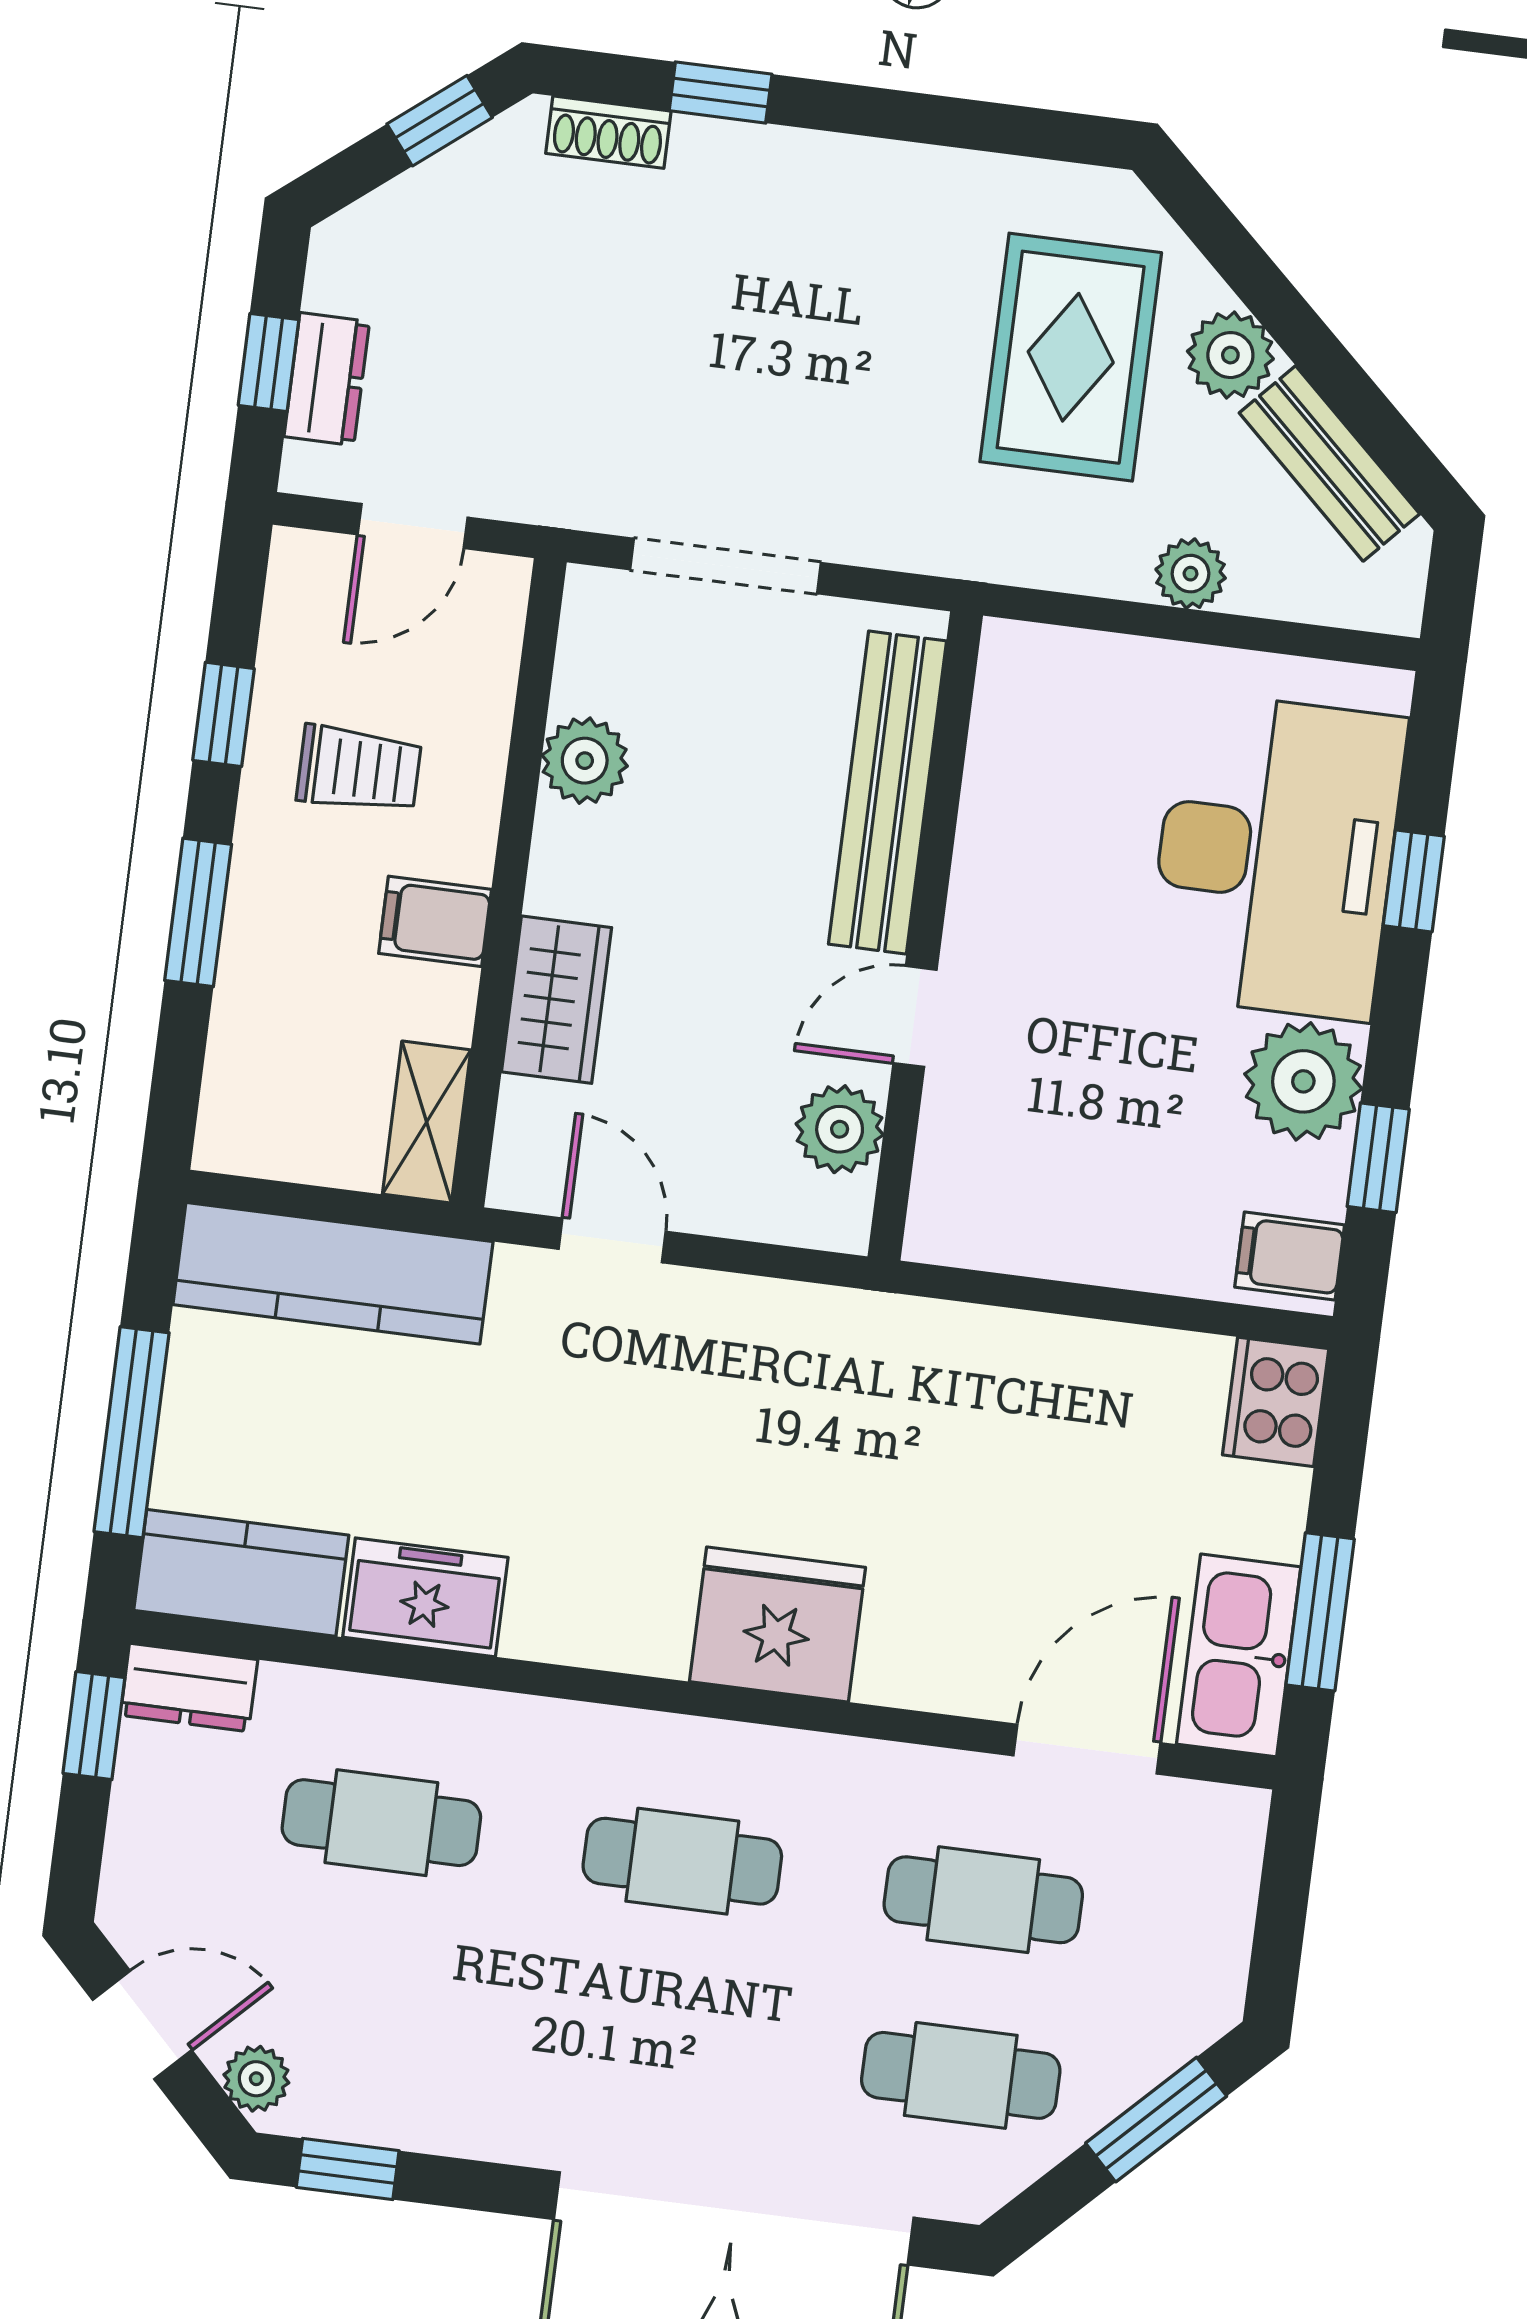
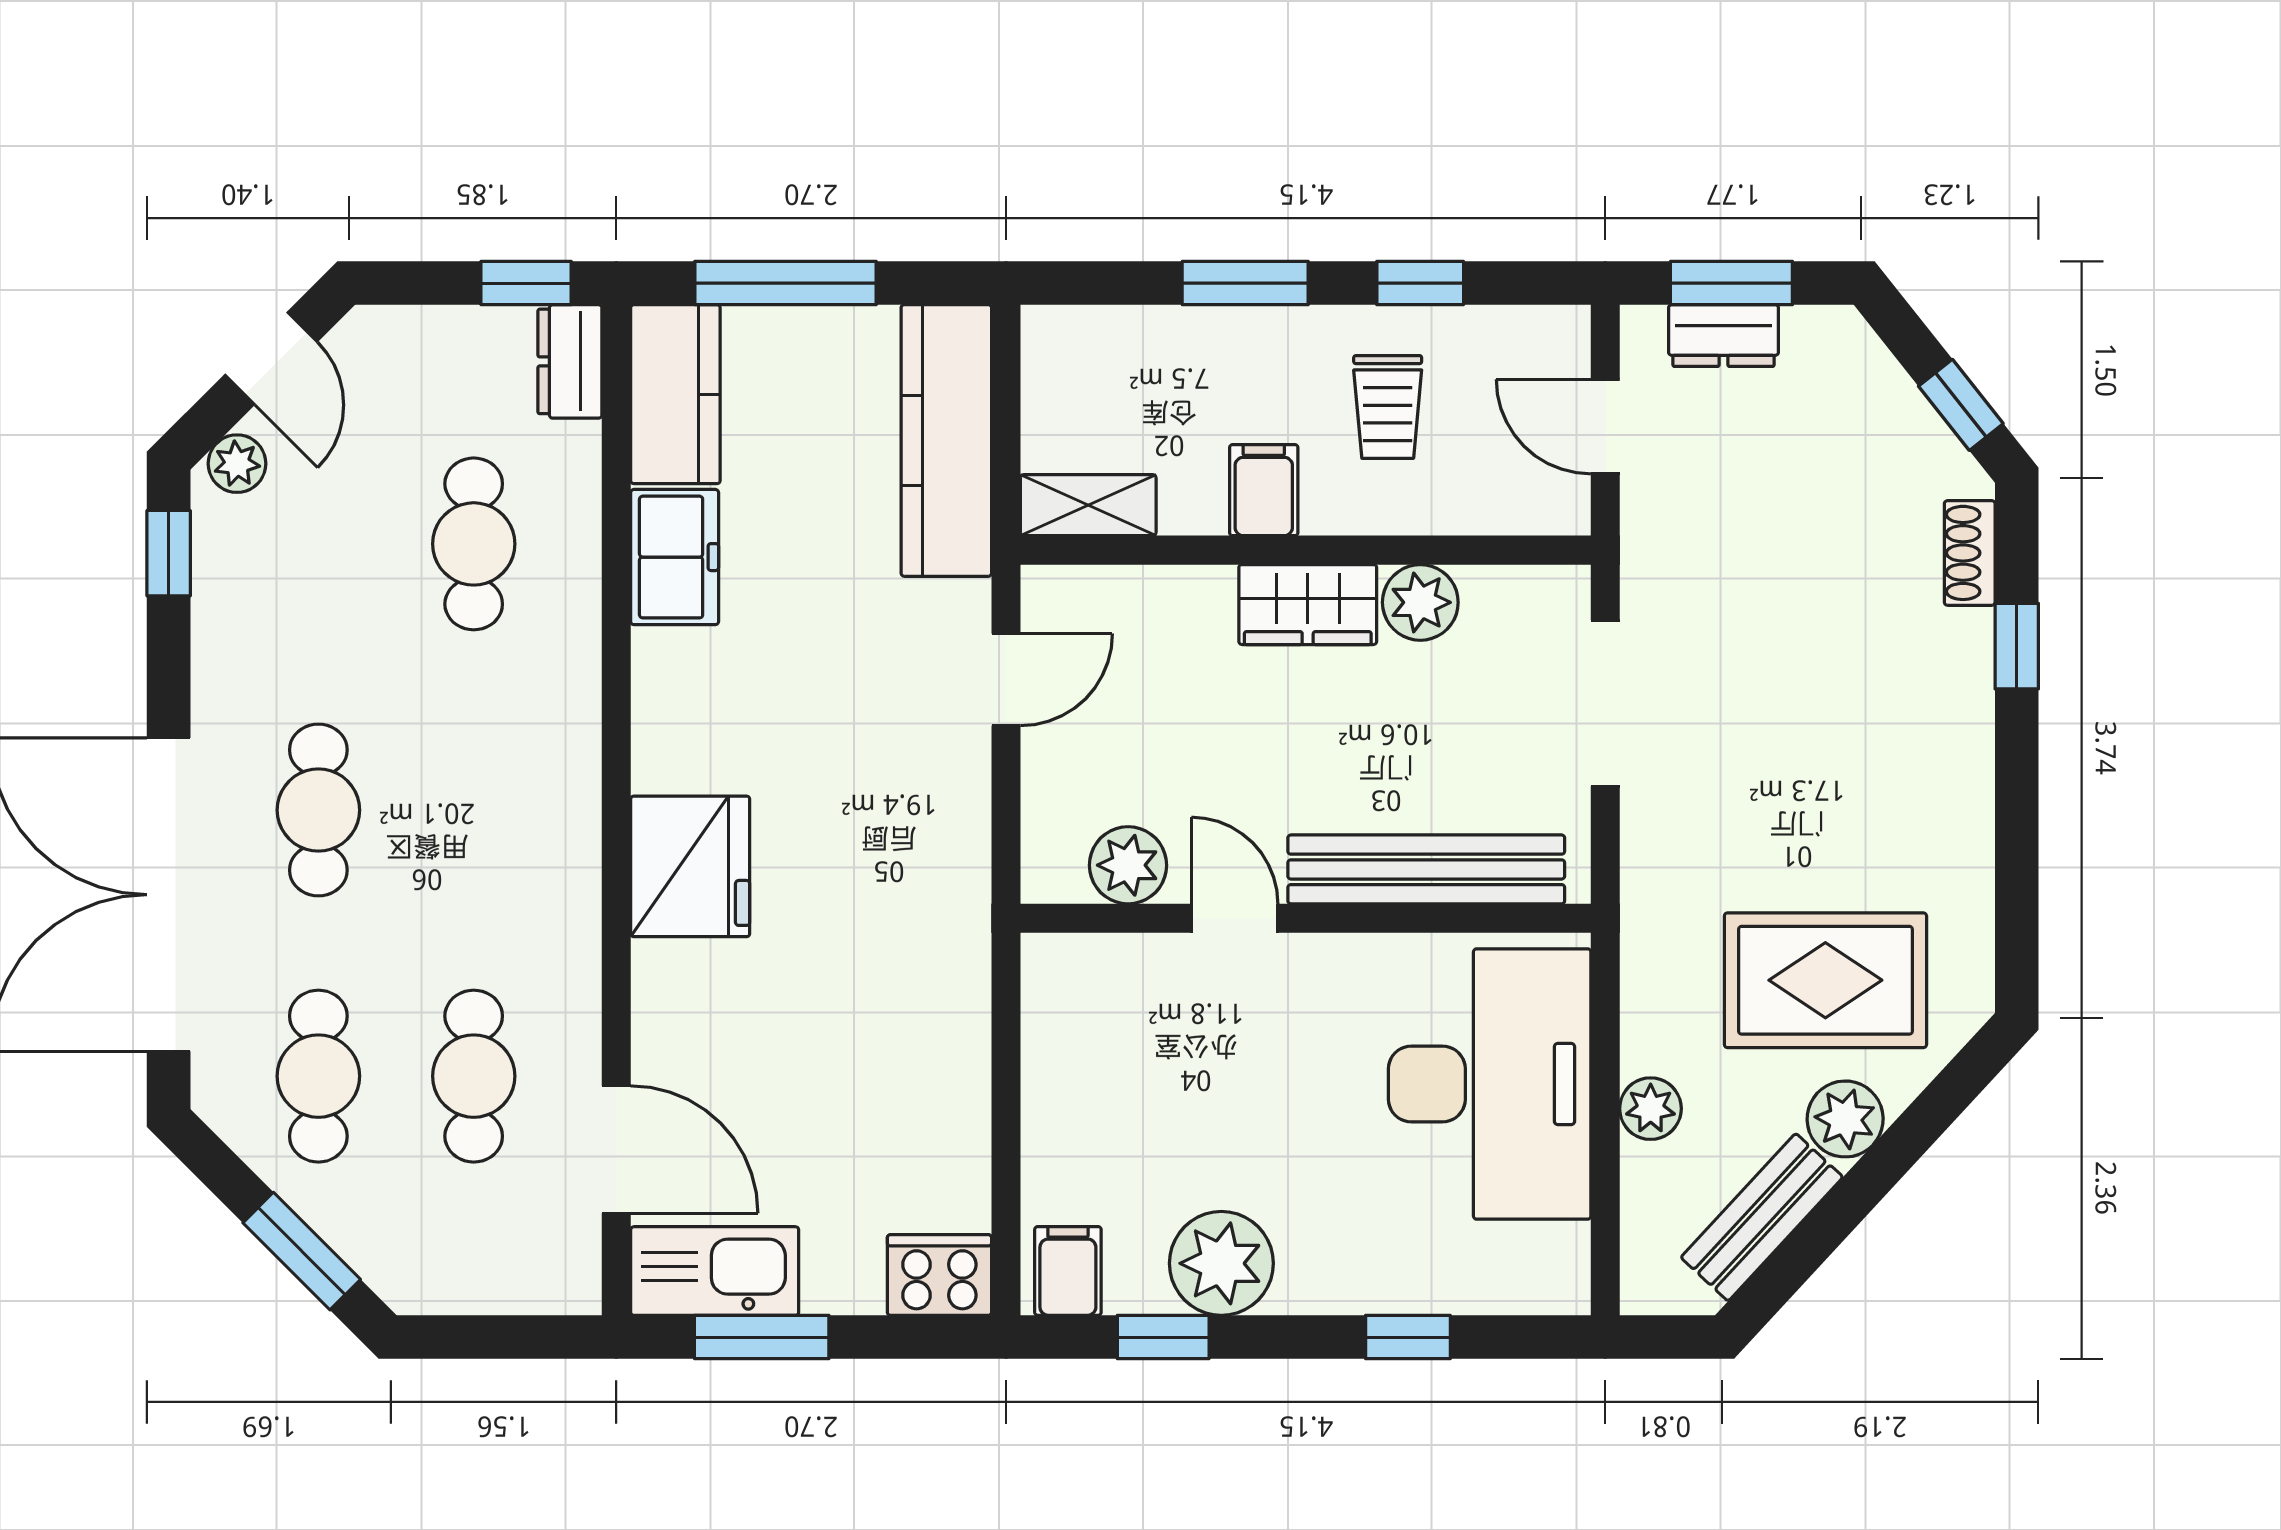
window: (269, 362) -> (1731, 283), width x1.50
desk: (1276, 856) -> (1490, 1084), moved, turned -90
wardrobe: (557, 1000) -> (1308, 605), moved
cafe table: (682, 1861) -> (318, 810), moved

